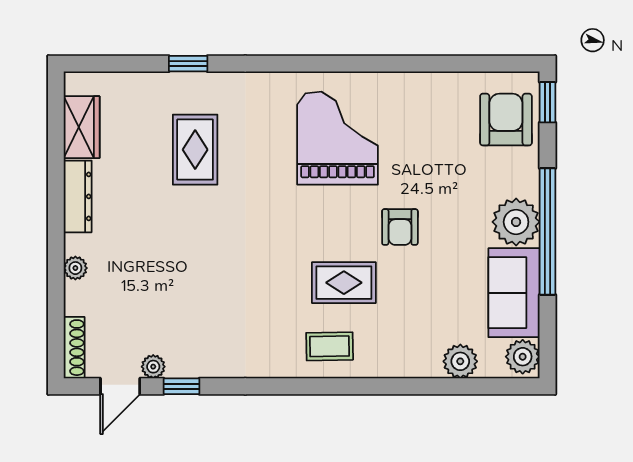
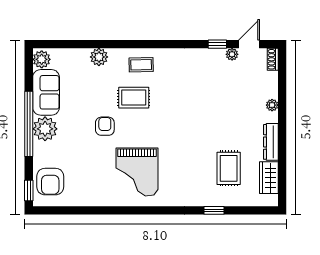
rug: (195, 150) -> (229, 168), moved
shoe rack: (74, 348) -> (273, 59), width x0.70
plant: (460, 361) -> (99, 57), moved

